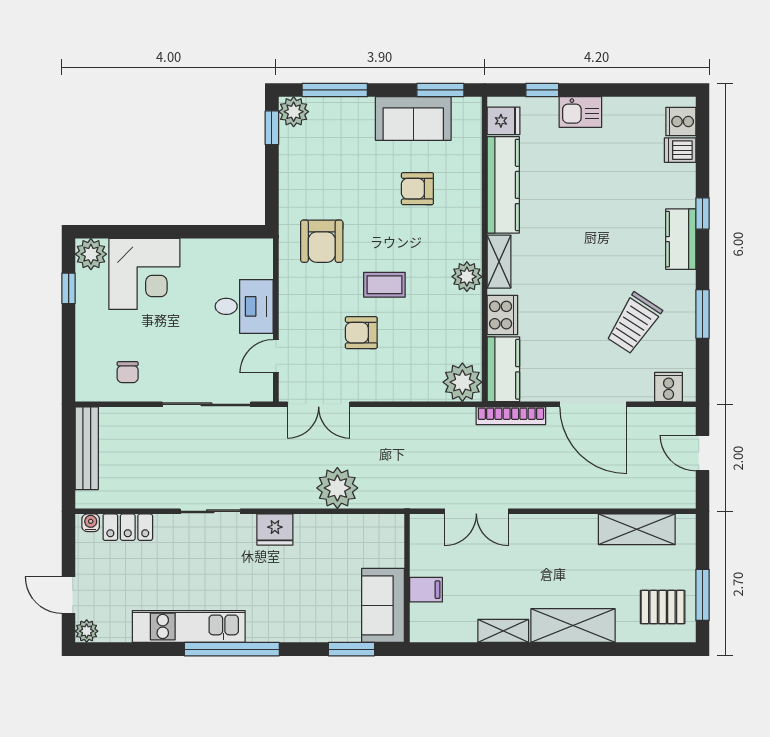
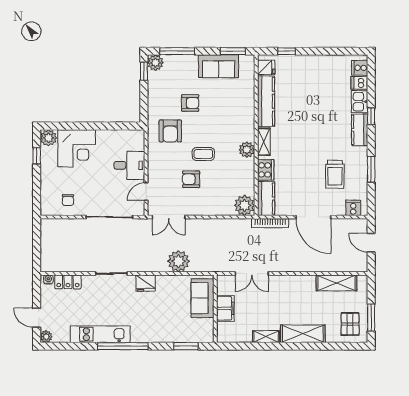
kitchen sink: (580, 112) -> (360, 102), moved, turned 90
armchair: (417, 189) -> (190, 103), moved, turned 180
trolley: (634, 323) -> (335, 174), turned -33
bench: (87, 448) -> (46, 240), removed
filing cabinet: (426, 590) -> (225, 308), width x2.00
sofa: (383, 605) -> (203, 298), moved
pallet: (663, 607) -> (350, 324), turned 90

